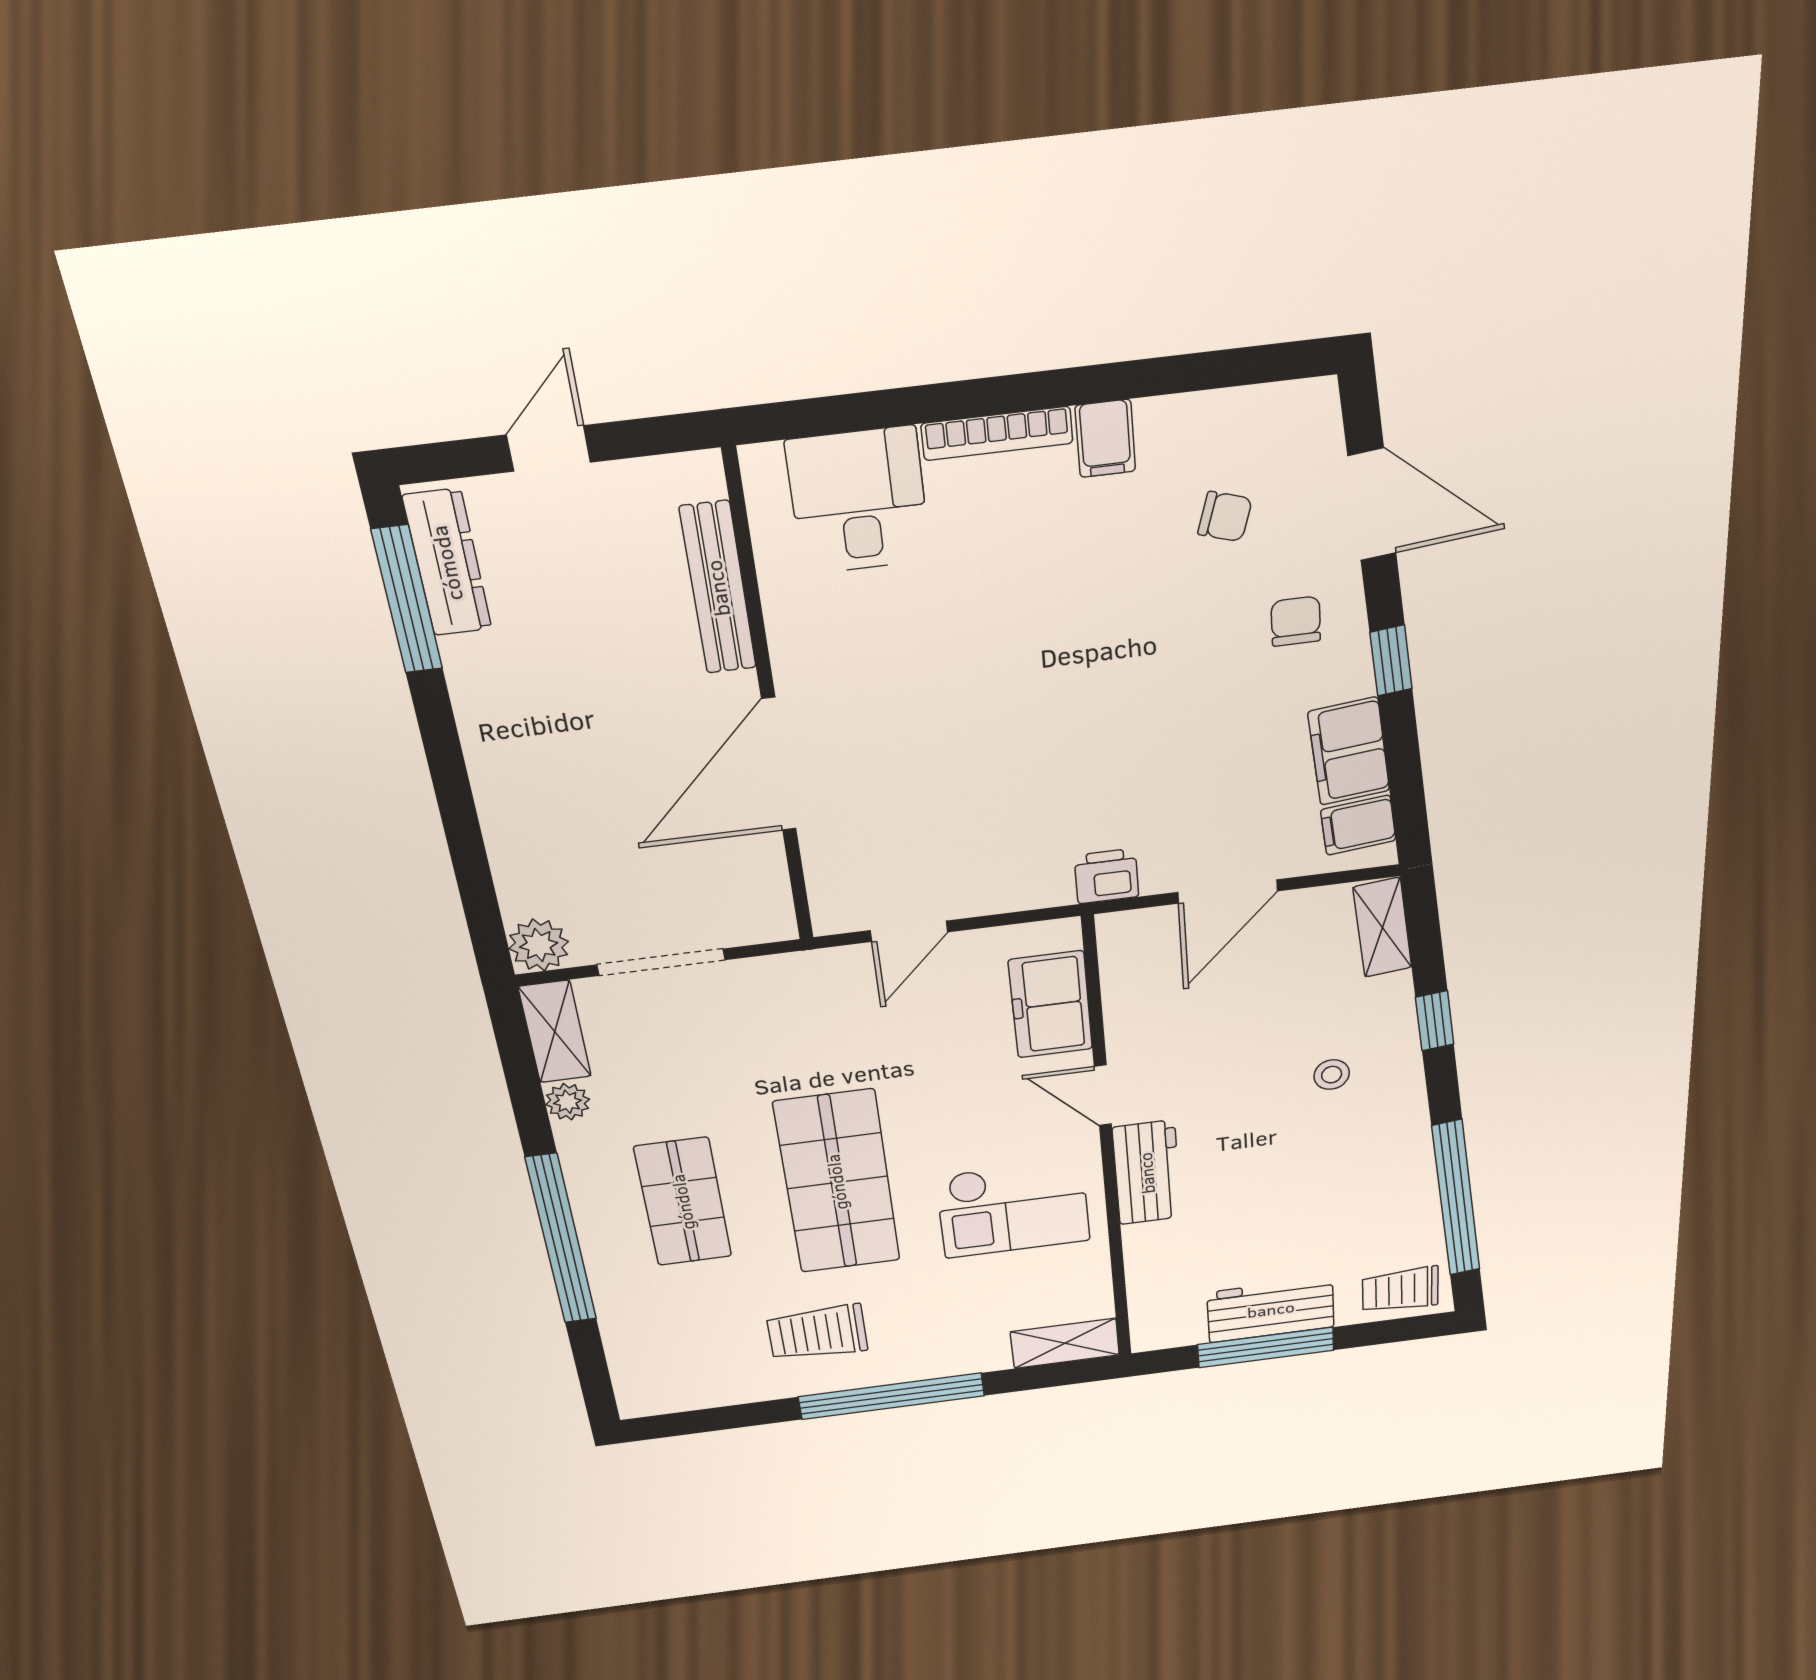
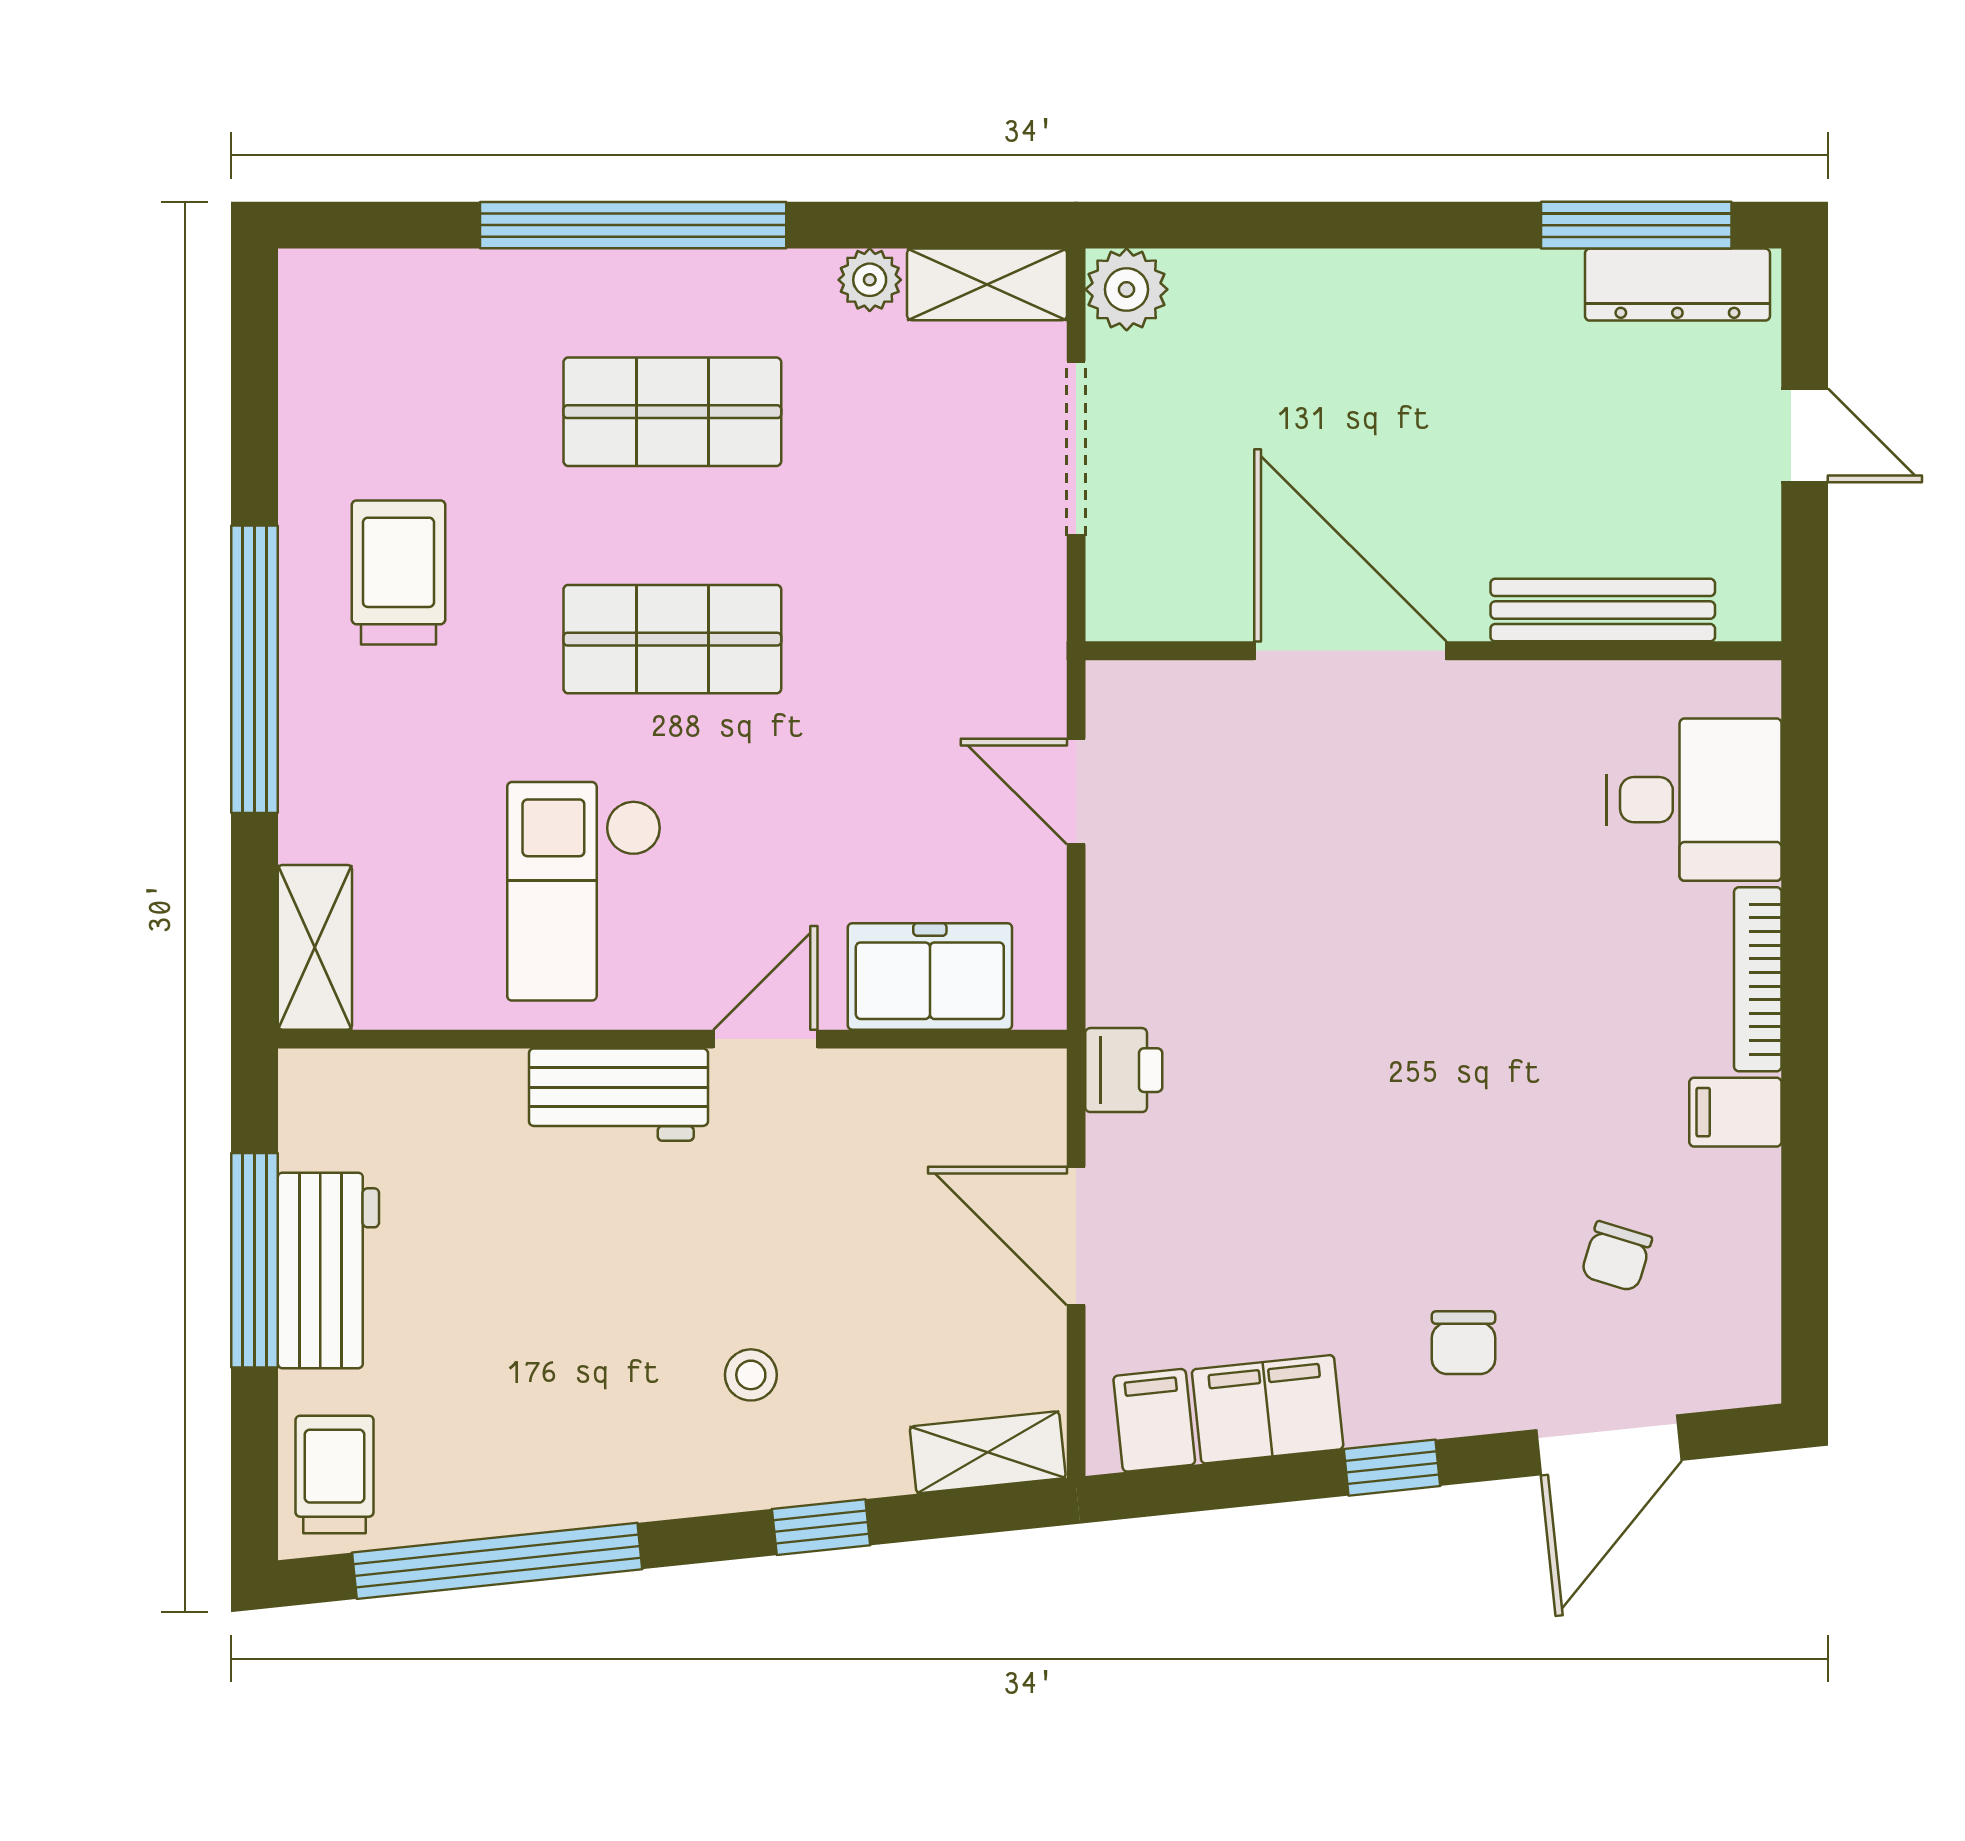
chair: (1296, 621) -> (1463, 1343), turned 90
shop shelf: (837, 1182) -> (672, 639), width x0.70, depth x0.74

